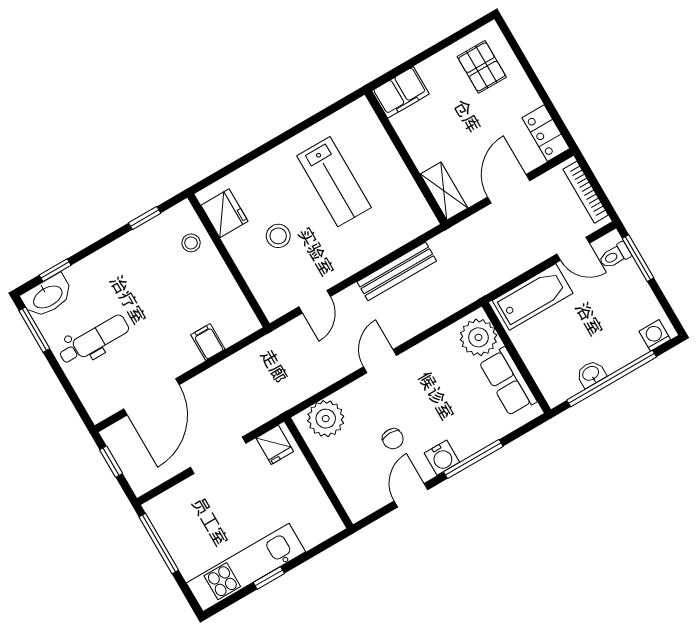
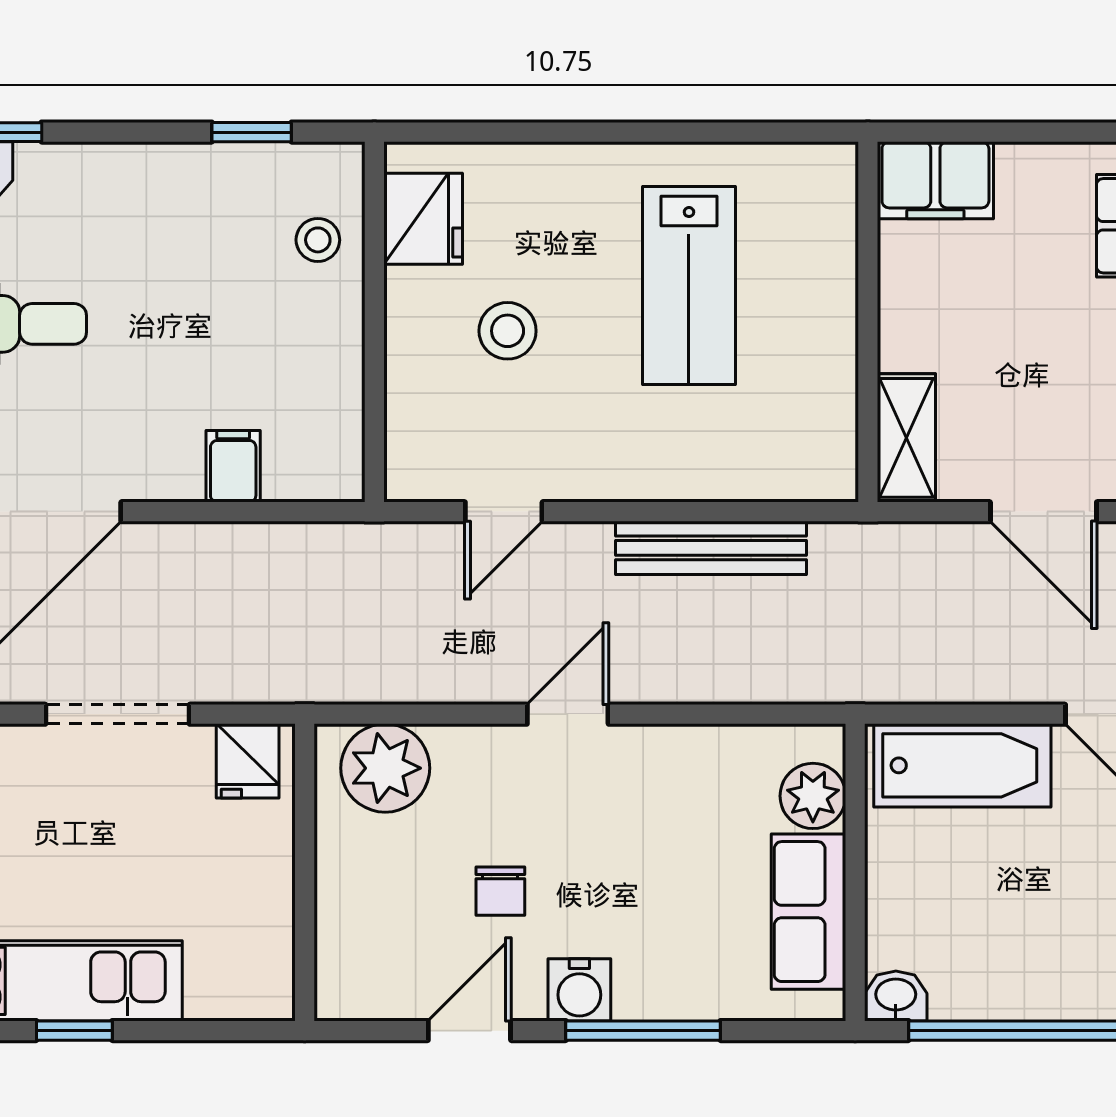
door: (509, 189) -> (1043, 512), swing flipped
plant: (478, 337) -> (813, 796), width x0.73, depth x0.73
washbasin: (591, 374) -> (896, 996), moved

